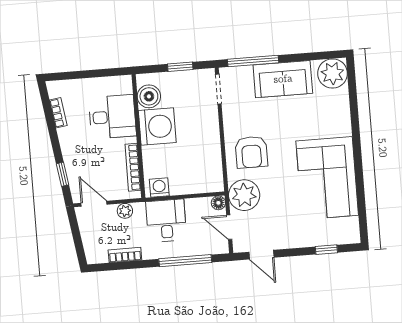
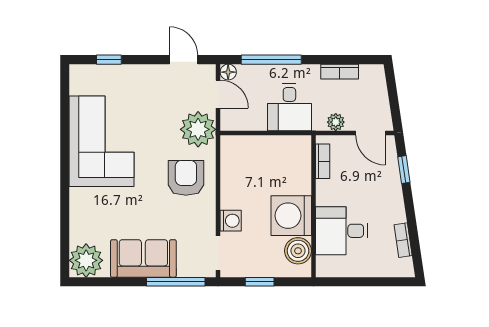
bookcase: (133, 167) -> (323, 161), width x0.64
washing machine: (159, 187) -> (231, 221), moved, turned -90
floor lamp: (218, 203) -> (228, 72), moved

